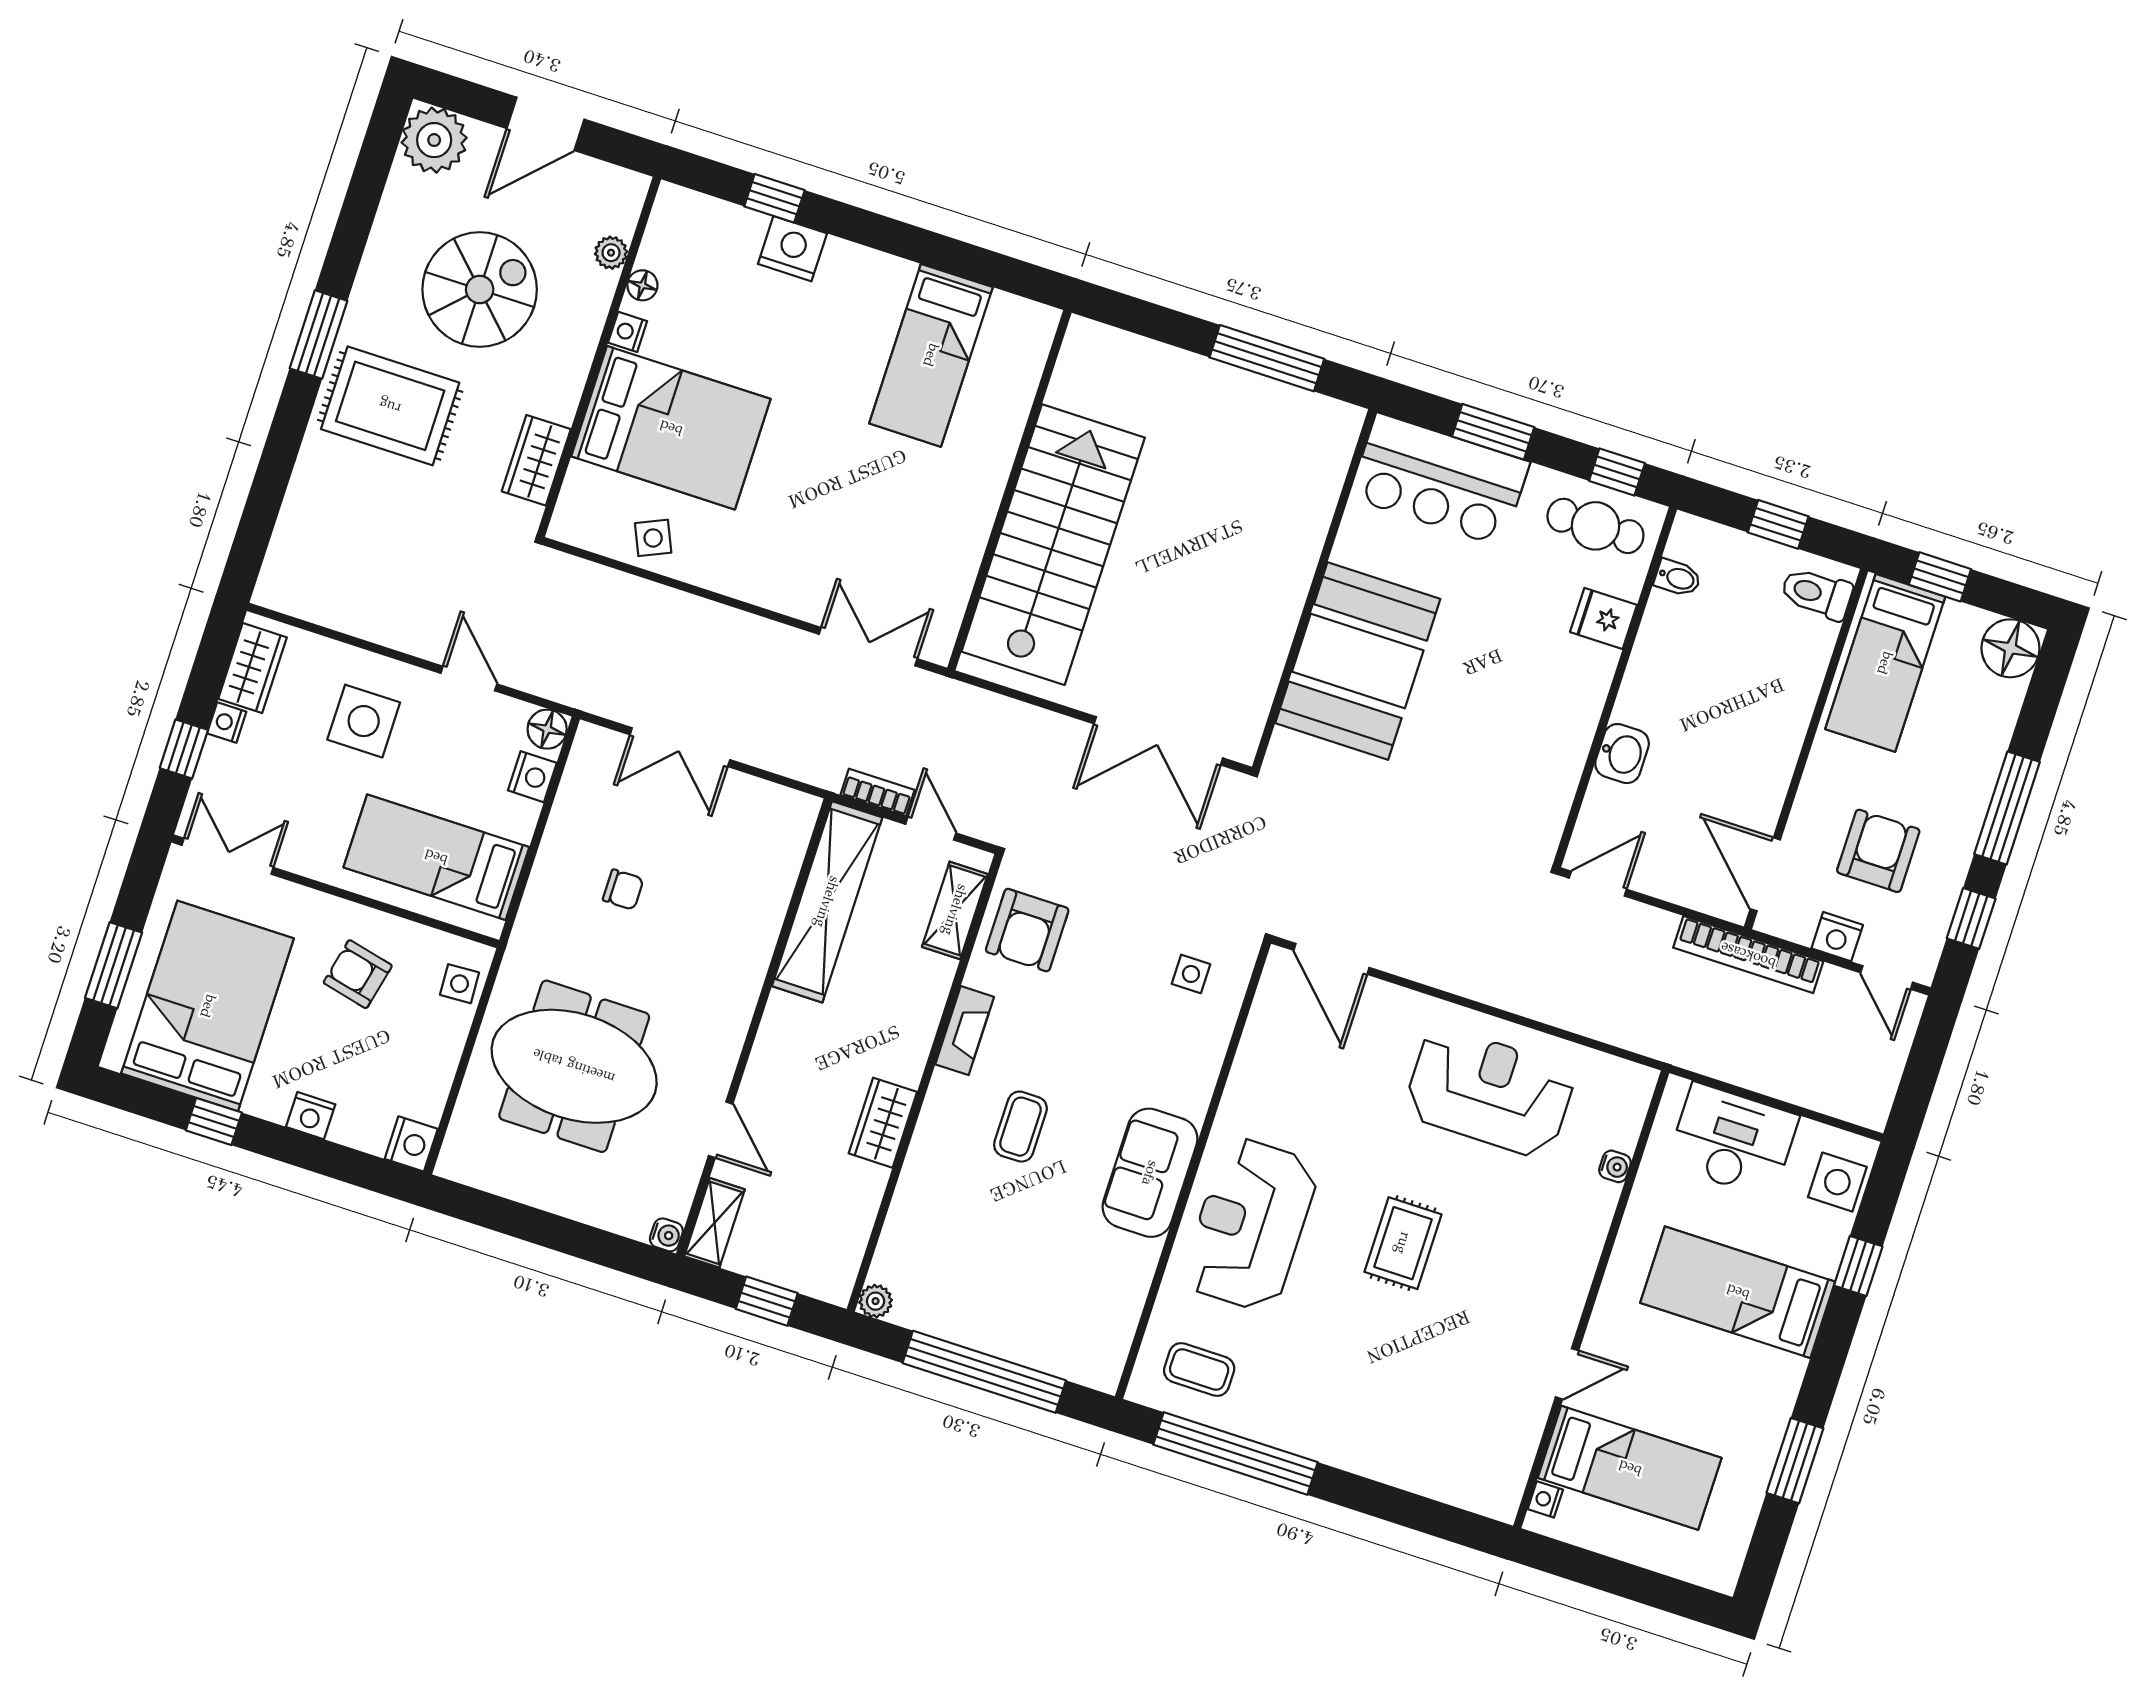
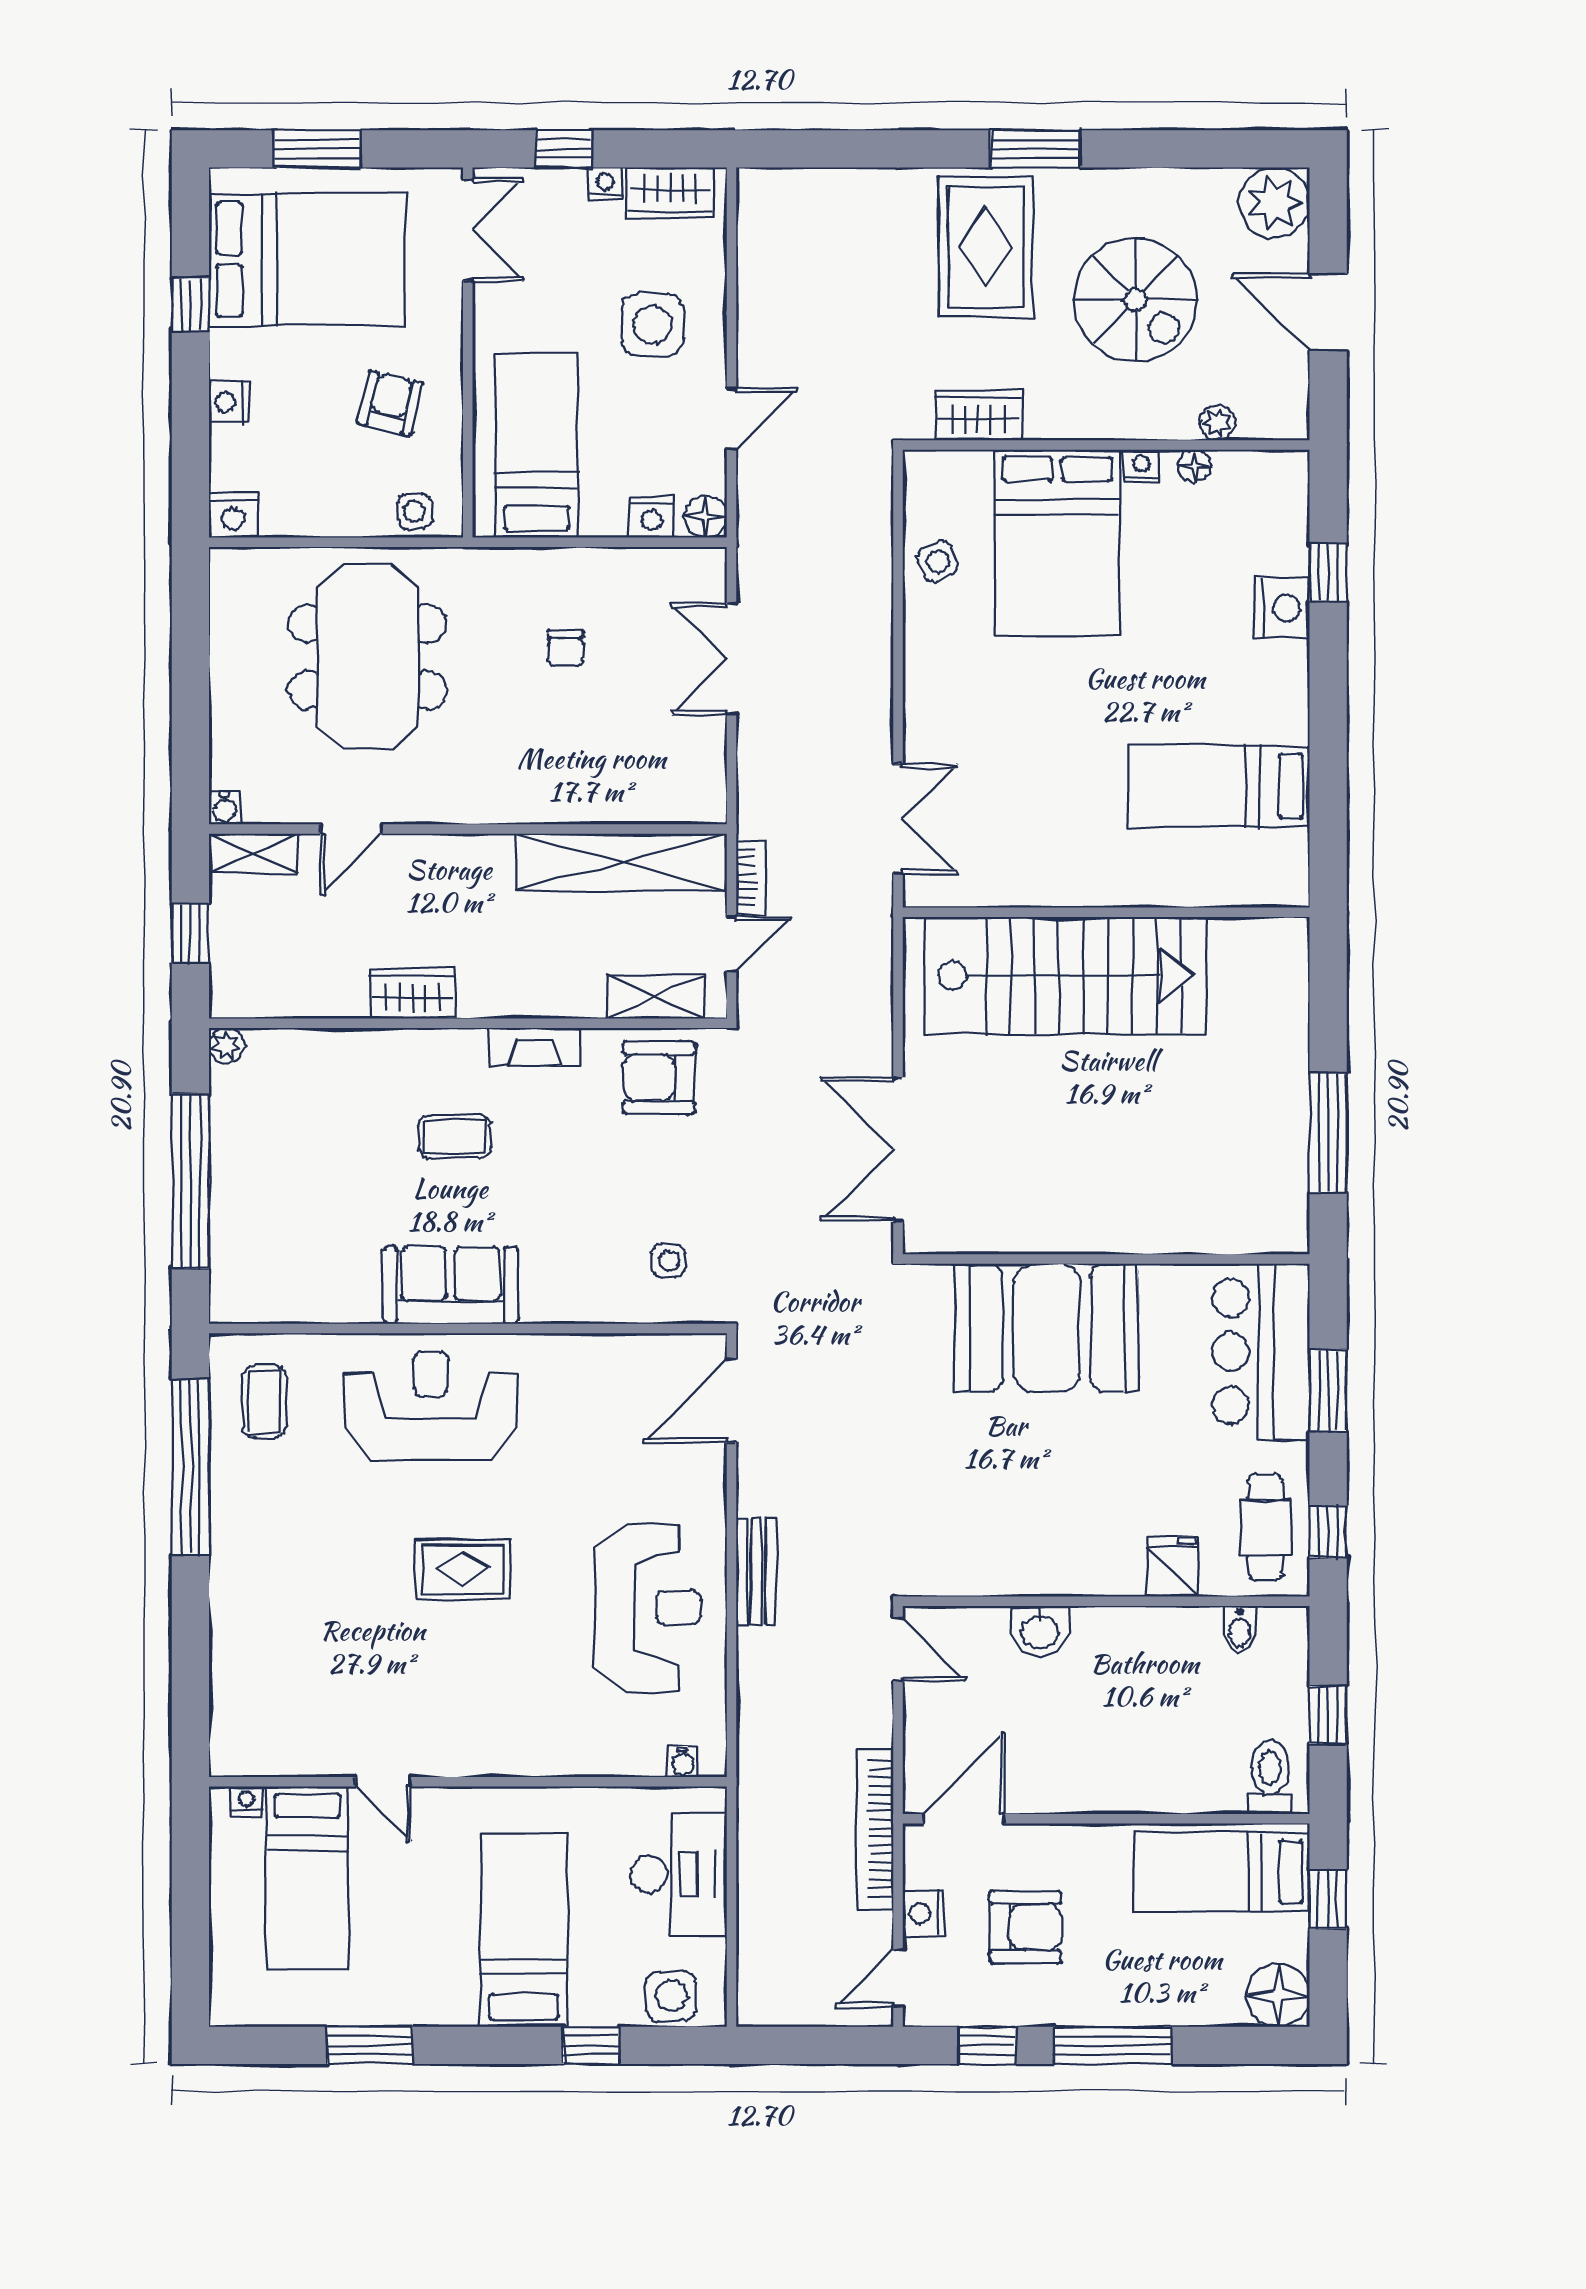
bench: (1489, 986) -> (757, 1572), added
water cooler: (1615, 1166) -> (683, 1762), moved

